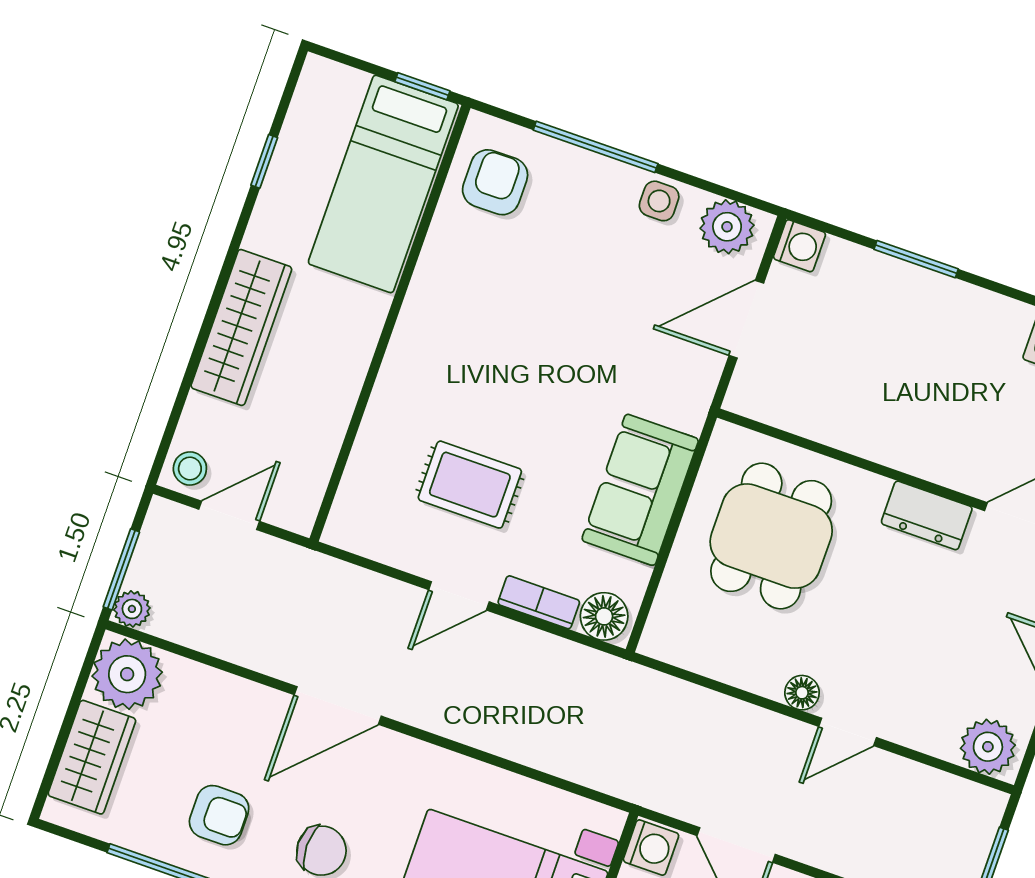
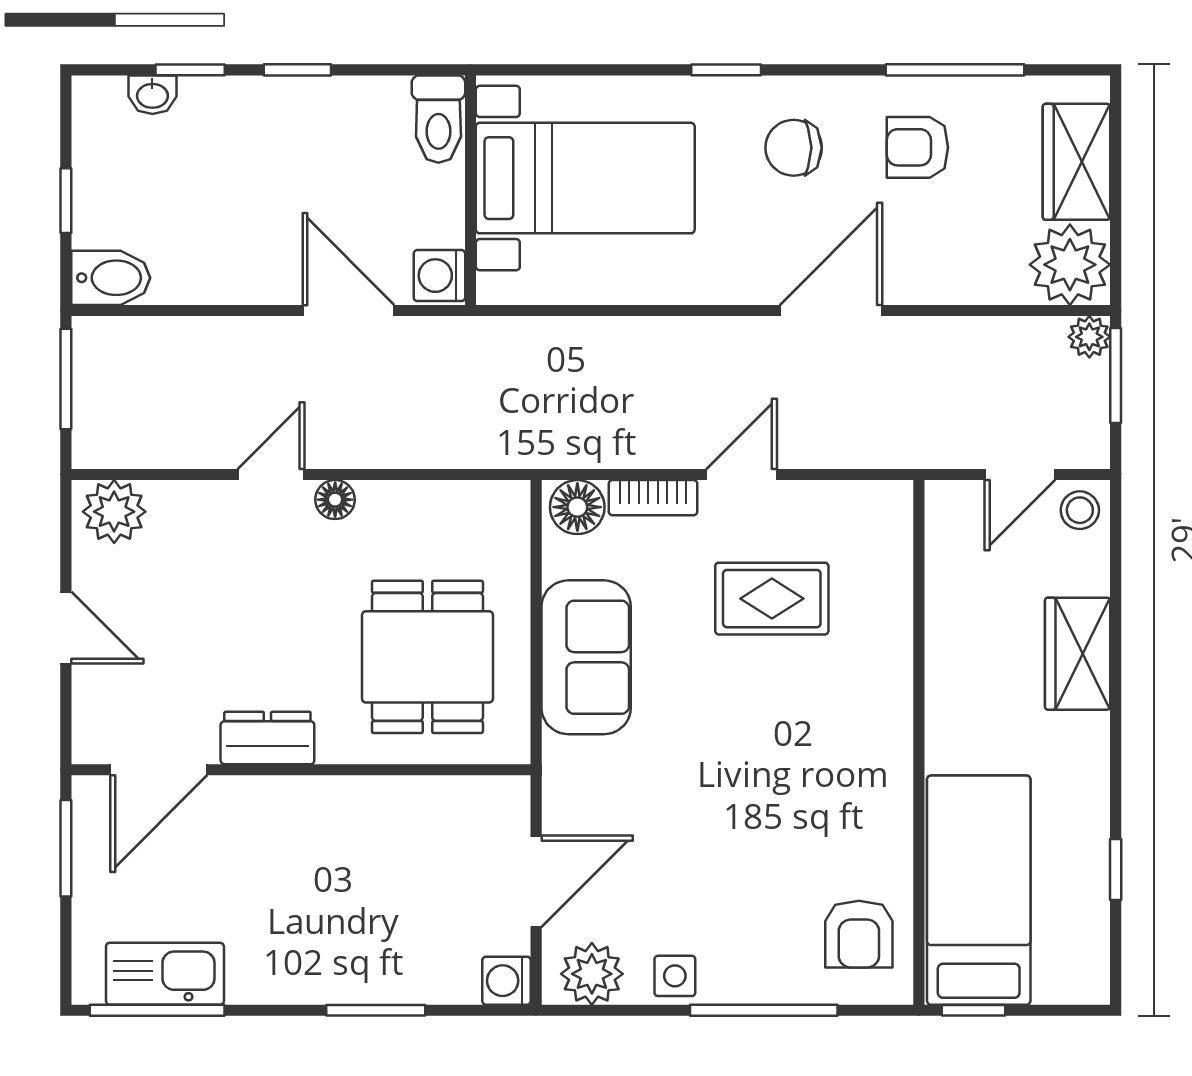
wardrobe: (241, 327) -> (1078, 654), width x0.67

